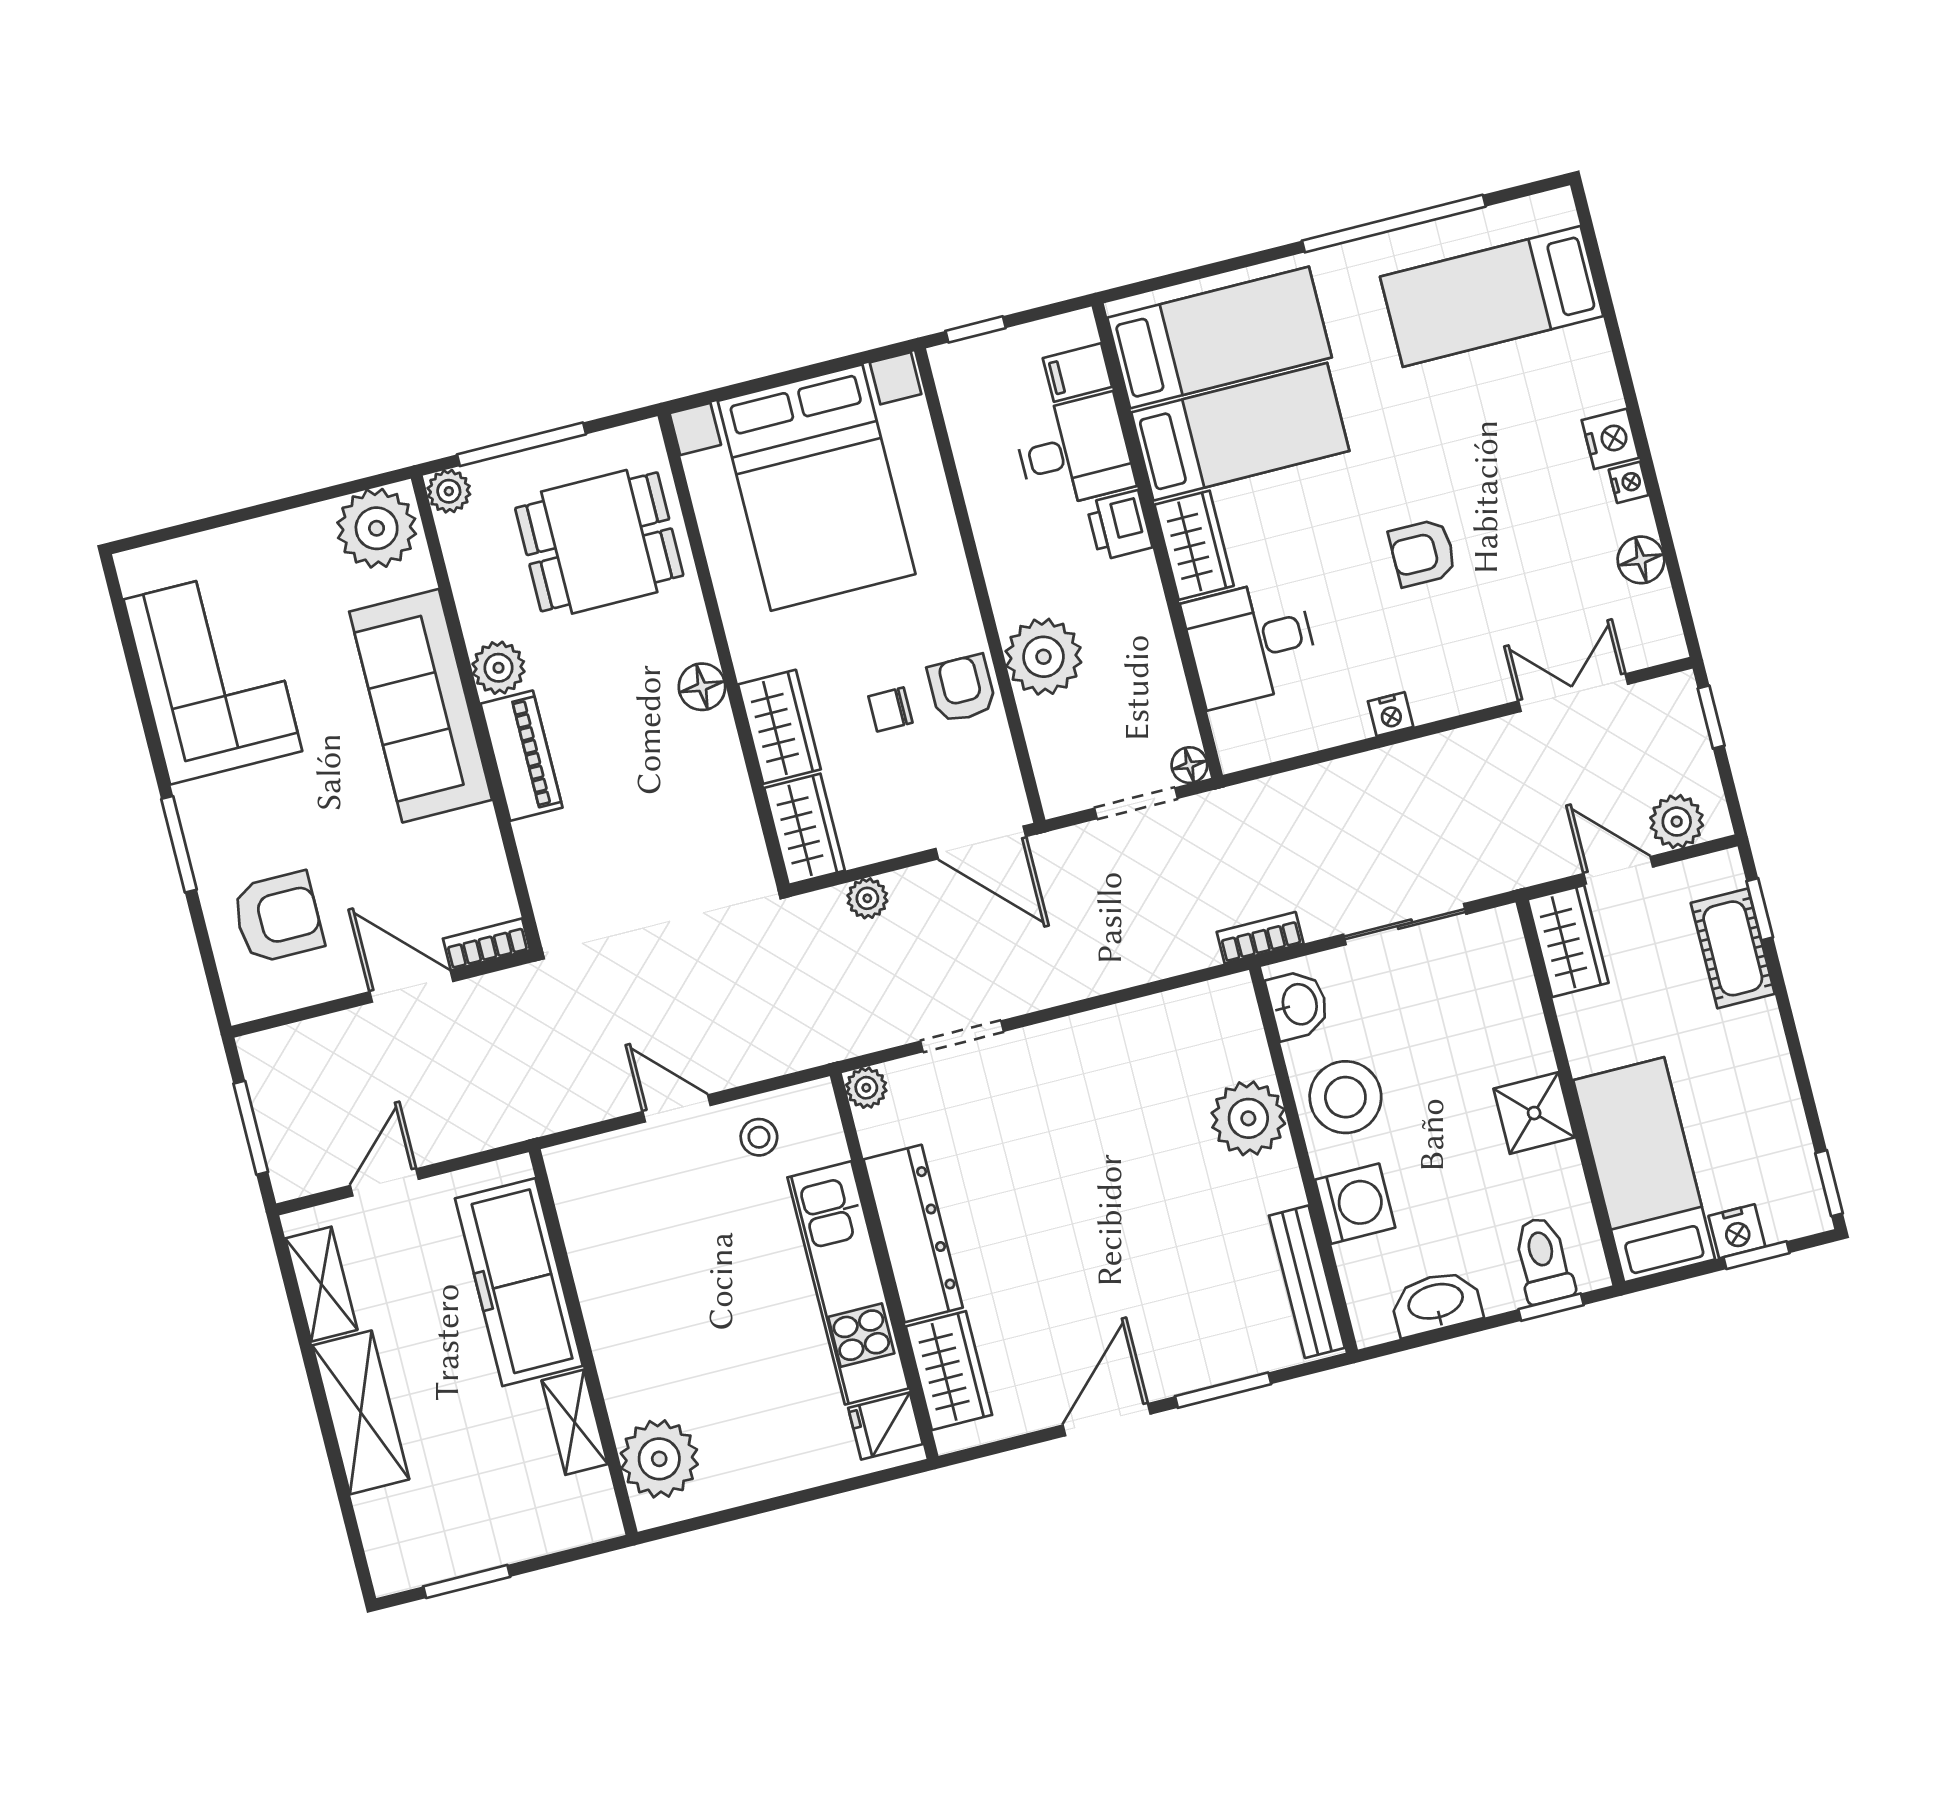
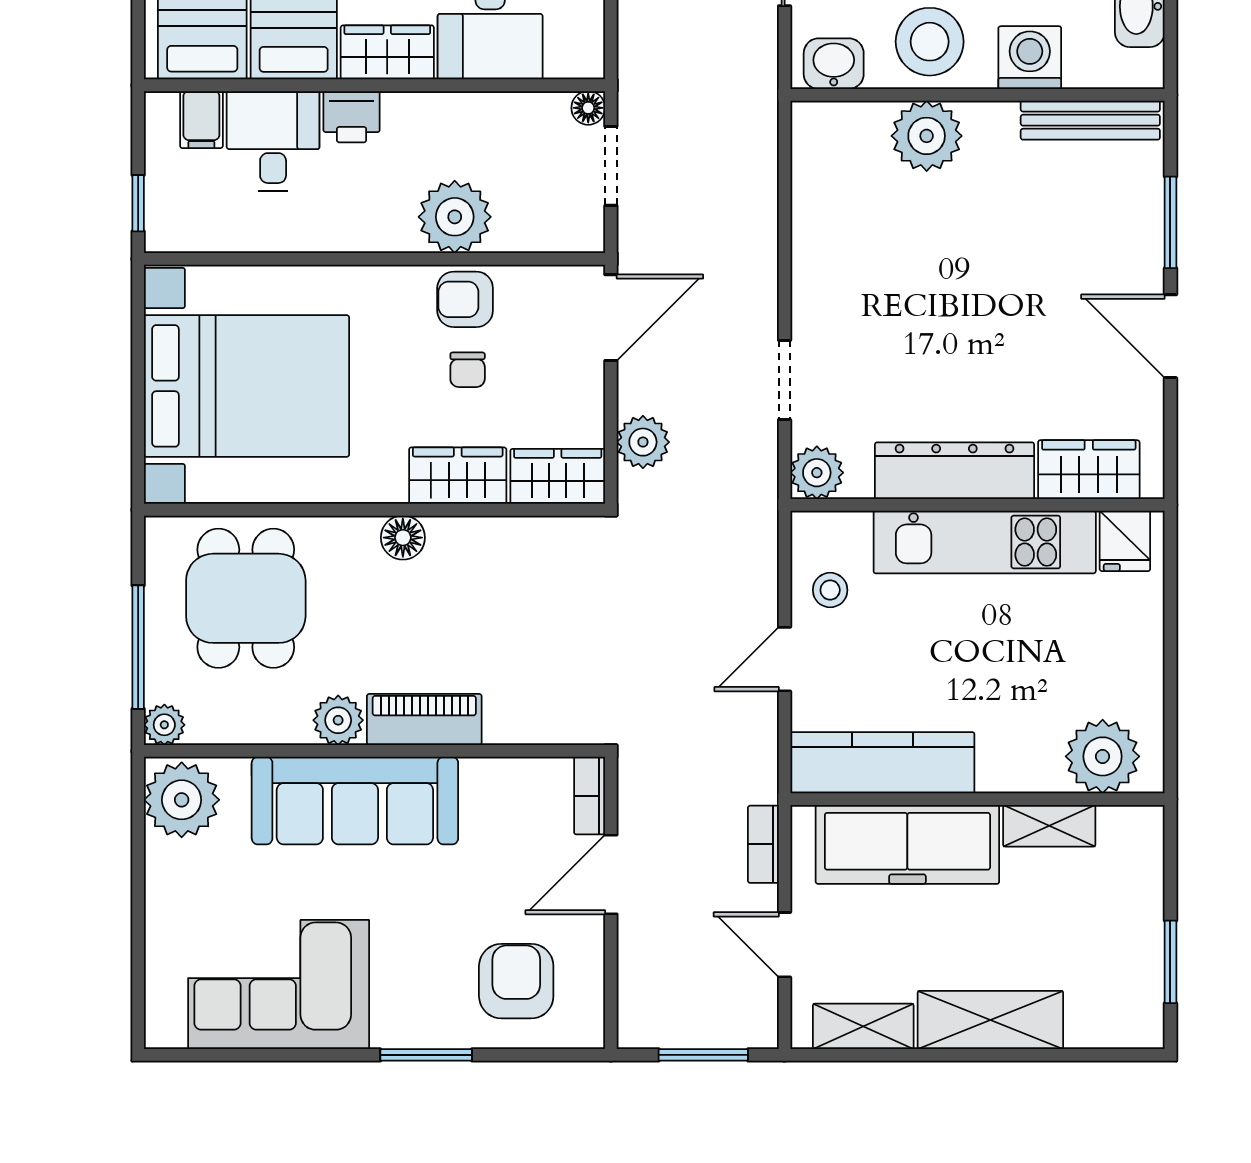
plant: (867, 898) -> (643, 442), width x1.38, depth x1.38
bookcase: (1260, 938) -> (763, 844), moved
plant: (866, 1088) -> (817, 473), width x1.38, depth x1.38
kitchen counter: (596, 1235) -> (882, 763), added

